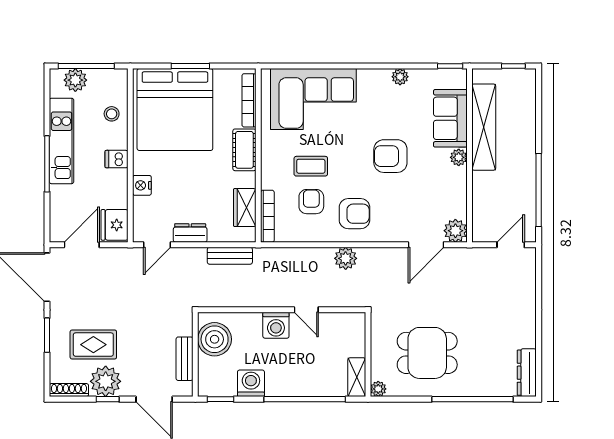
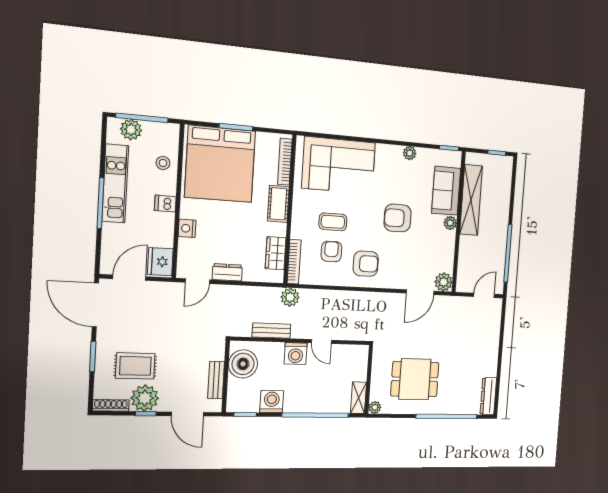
bench: (230, 256) -> (271, 331), moved
plant: (346, 258) -> (290, 297), moved

